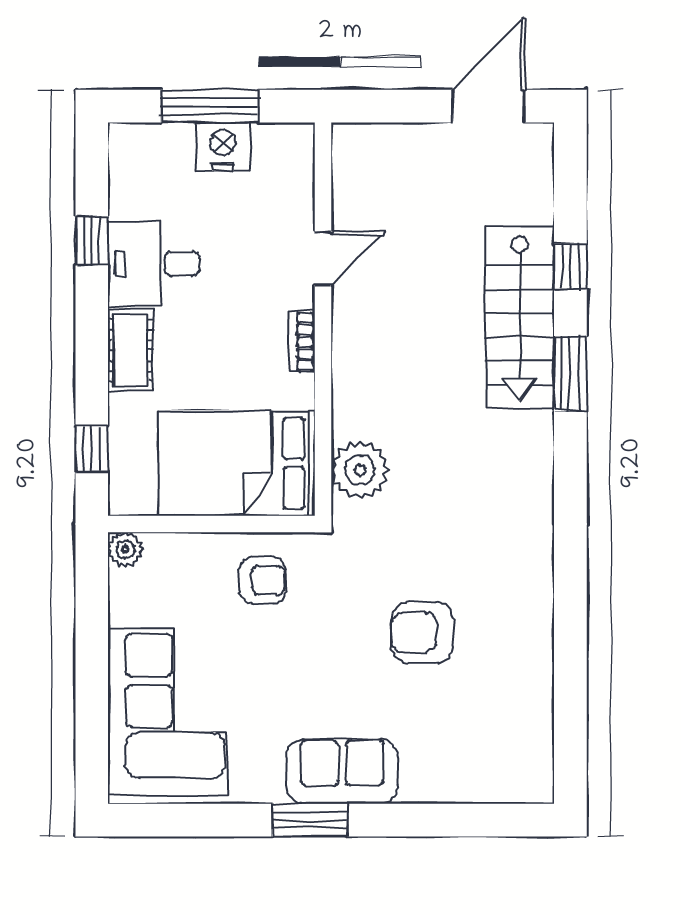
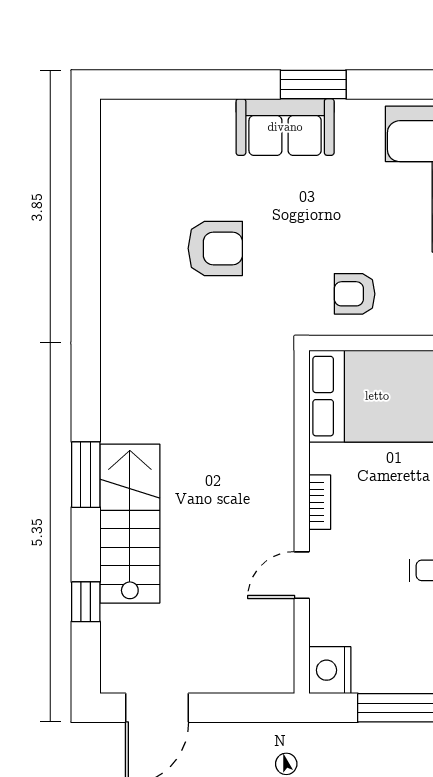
nightstand: (223, 147) -> (330, 670), moved, turned 90
window: (570, 266) -> (86, 602), moved
plant: (360, 470) -> (269, 390), removed

